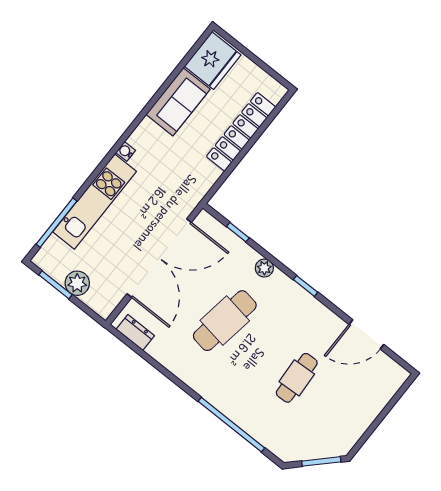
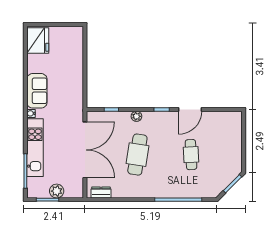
sofa: (178, 102) -> (37, 91), moved
locker: (241, 132) -> (76, 63), removed
door: (366, 334) -> (190, 110), moved

